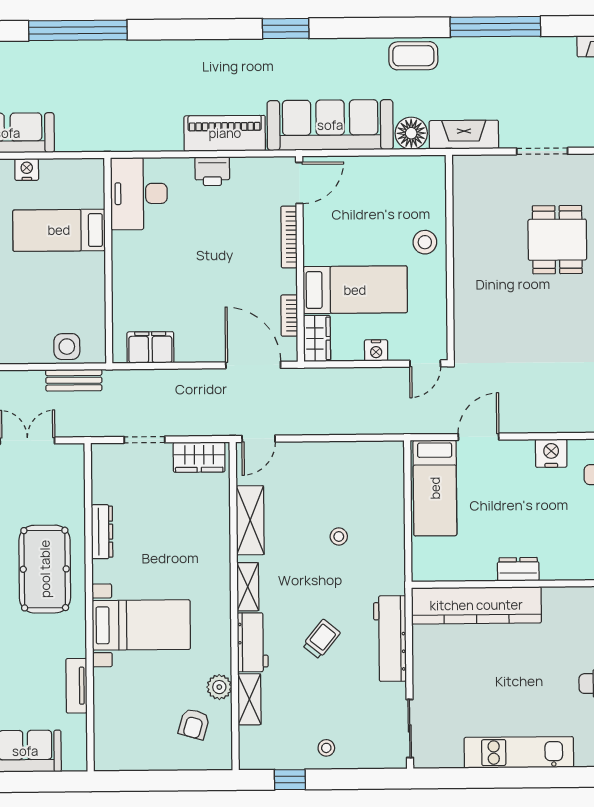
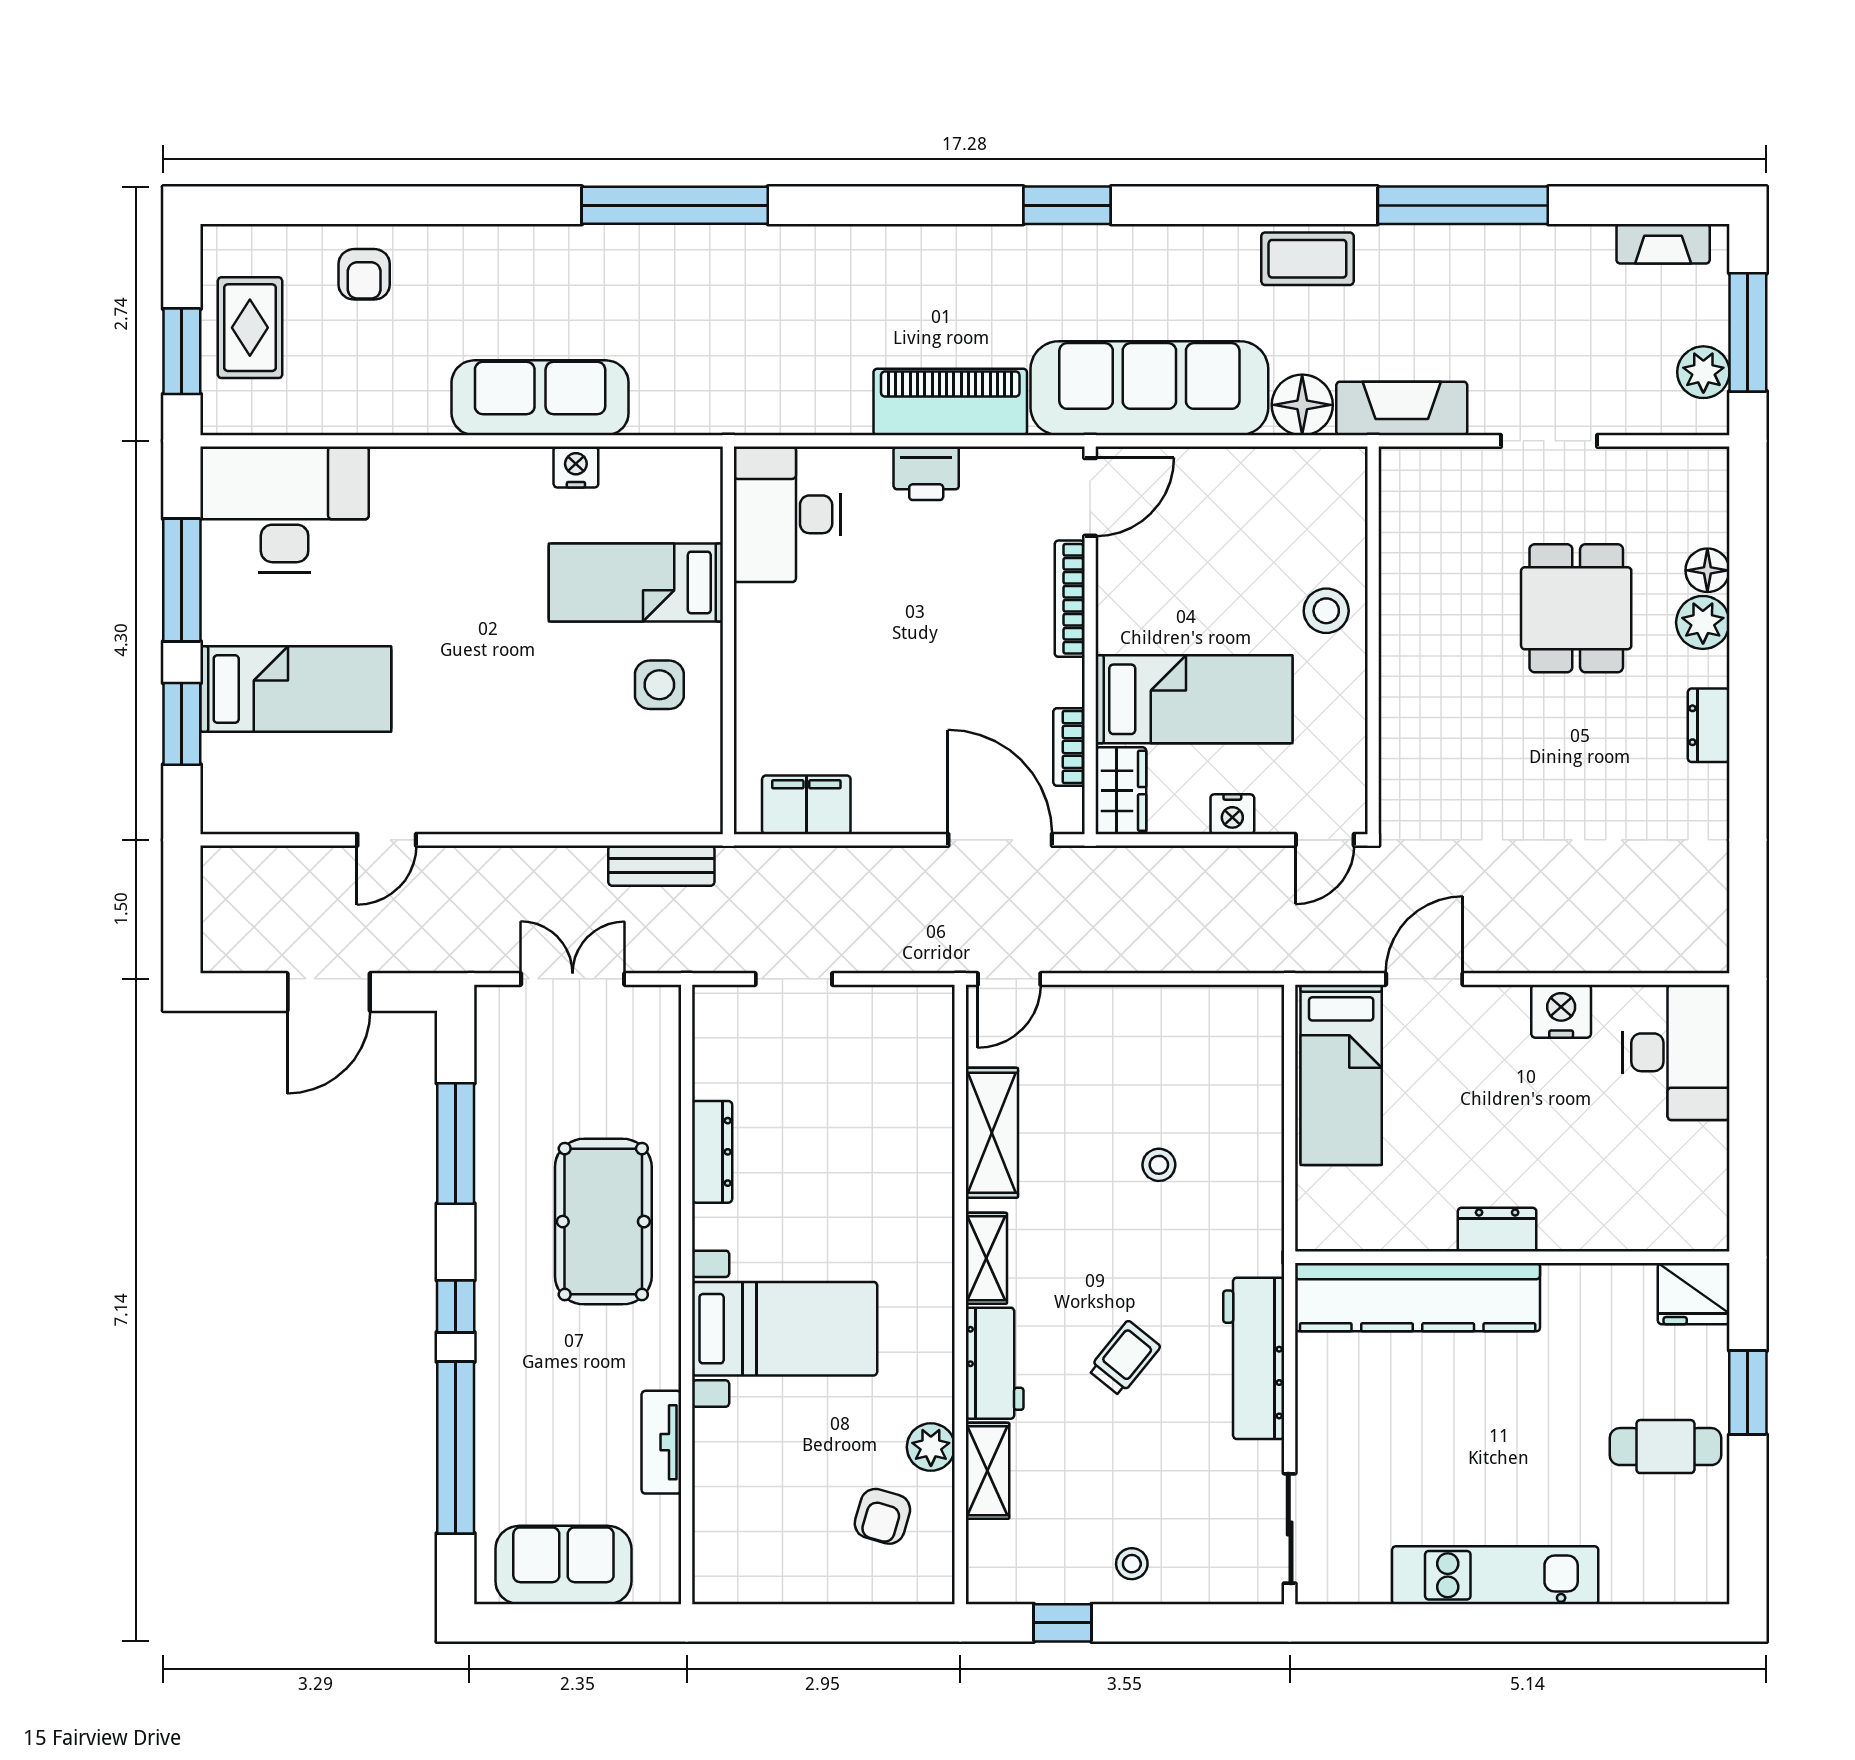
side table: (67, 347) -> (659, 685), moved
wardrobe: (199, 457) -> (897, 1013), removed

